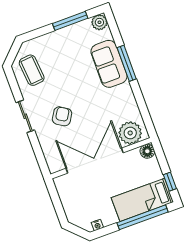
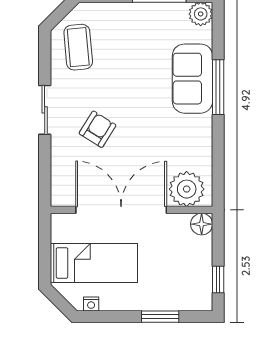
bed: (142, 200) -> (94, 263), moved, turned 180
window: (143, 217) -> (160, 317), width x0.47

